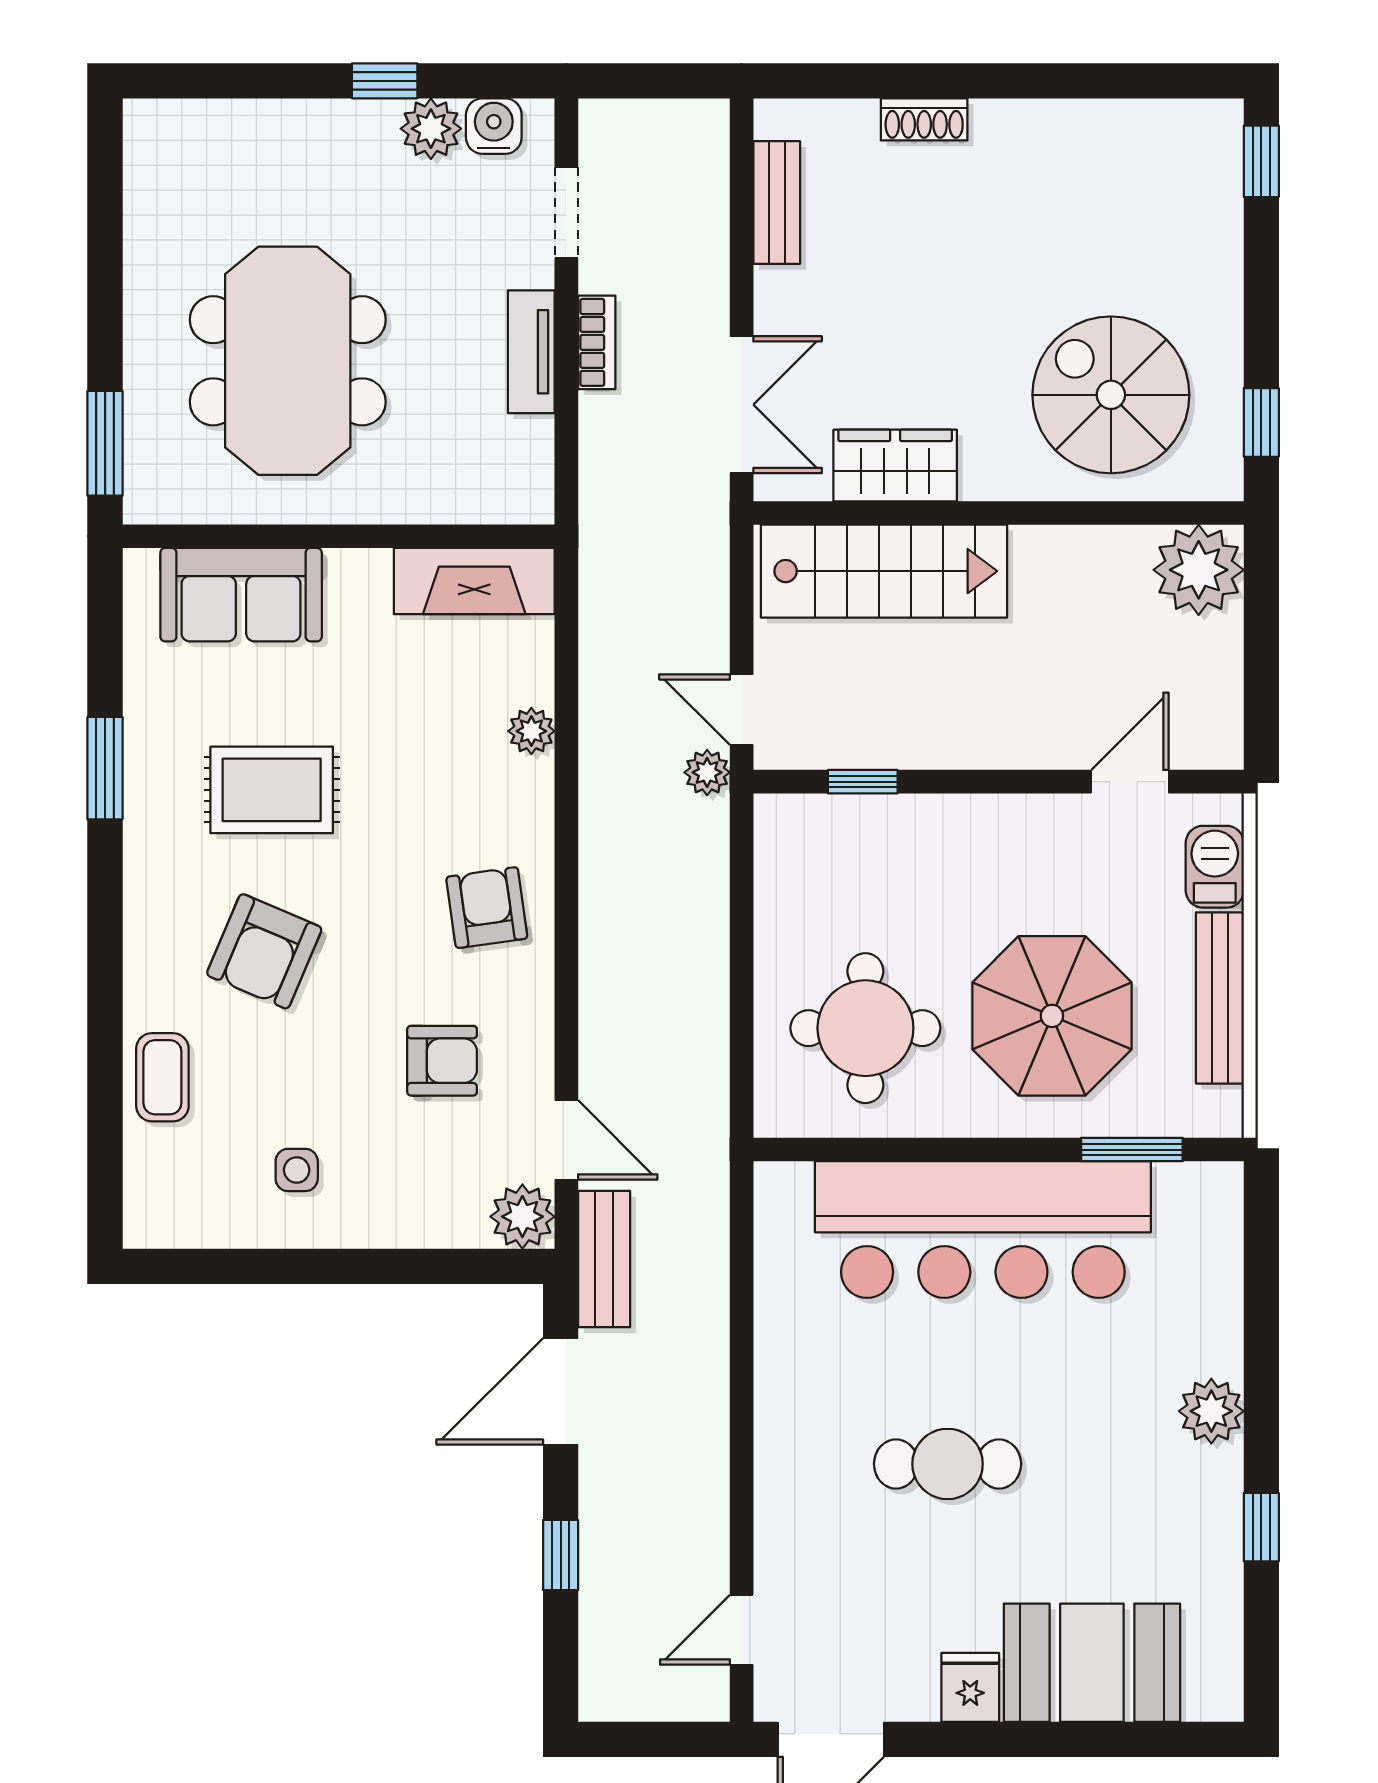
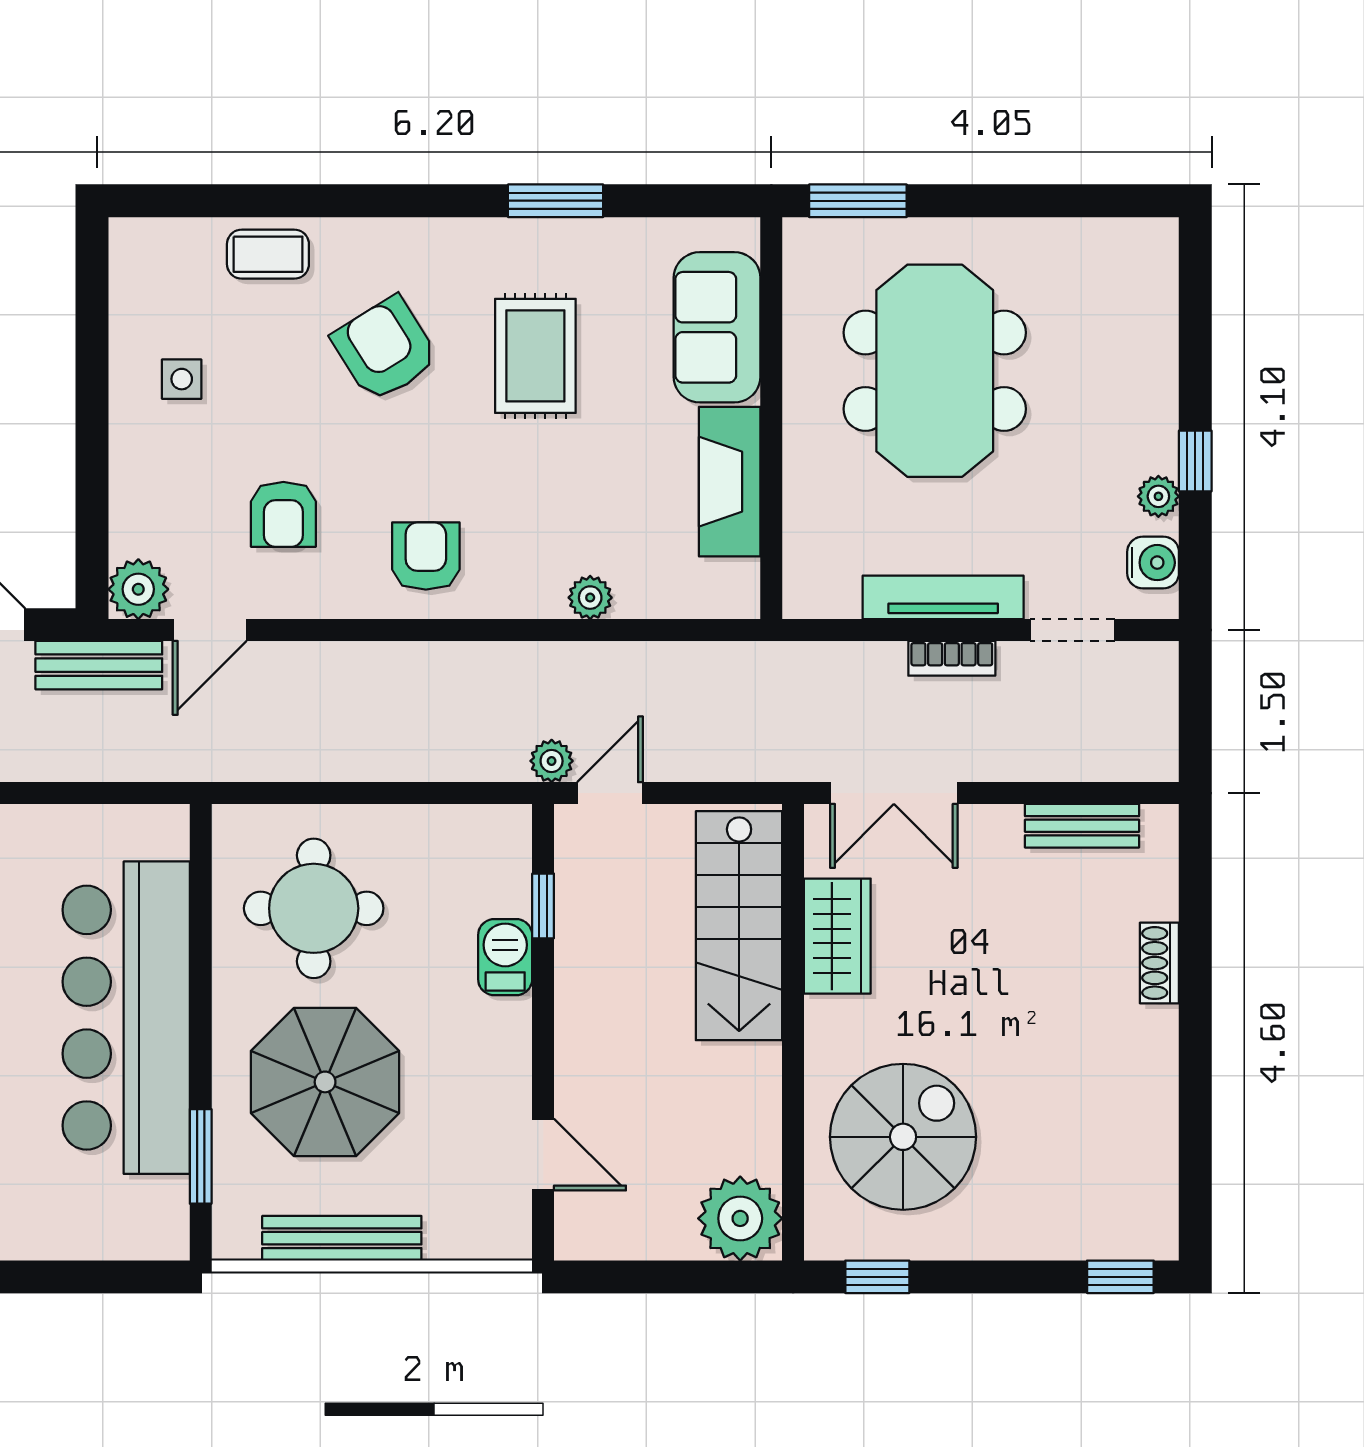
plant: (431, 129) -> (1158, 496), width x0.73, depth x0.73
tv unit: (531, 352) -> (943, 597), width x1.41
meeting table: (288, 361) -> (935, 371), turned 90
fireplace: (474, 581) -> (730, 482), moved
barbecue: (1215, 867) -> (505, 957), moved, turned -90
armchair: (487, 908) -> (426, 556), turned -82
armchair: (264, 951) -> (385, 349), turned 35

